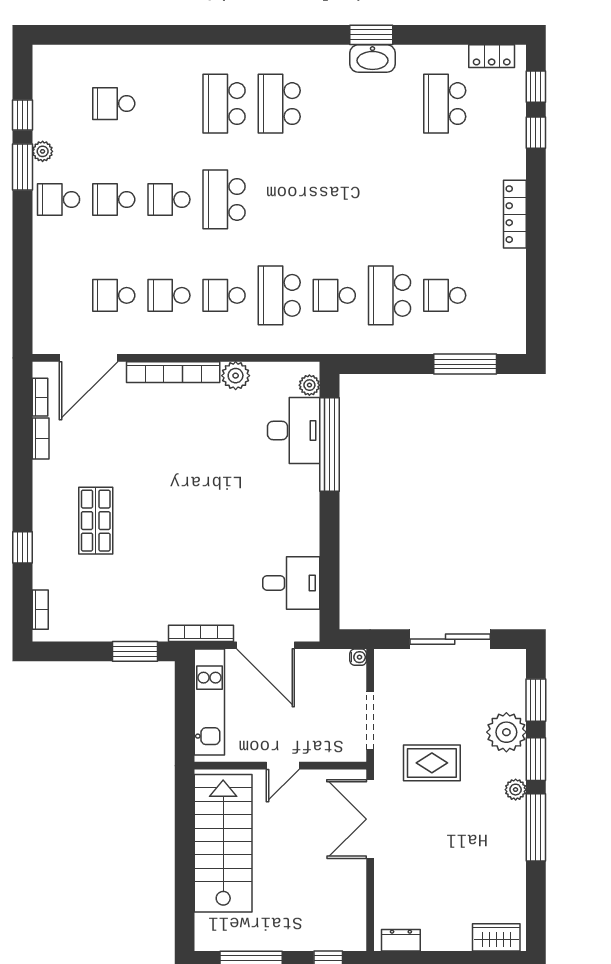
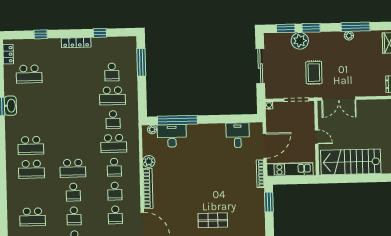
window: (536, 87) -> (100, 33), moved
school desk: (114, 104) -> (33, 217), width x1.85
plant: (516, 790) -> (349, 36), moved
window: (536, 827) -> (355, 27), moved

